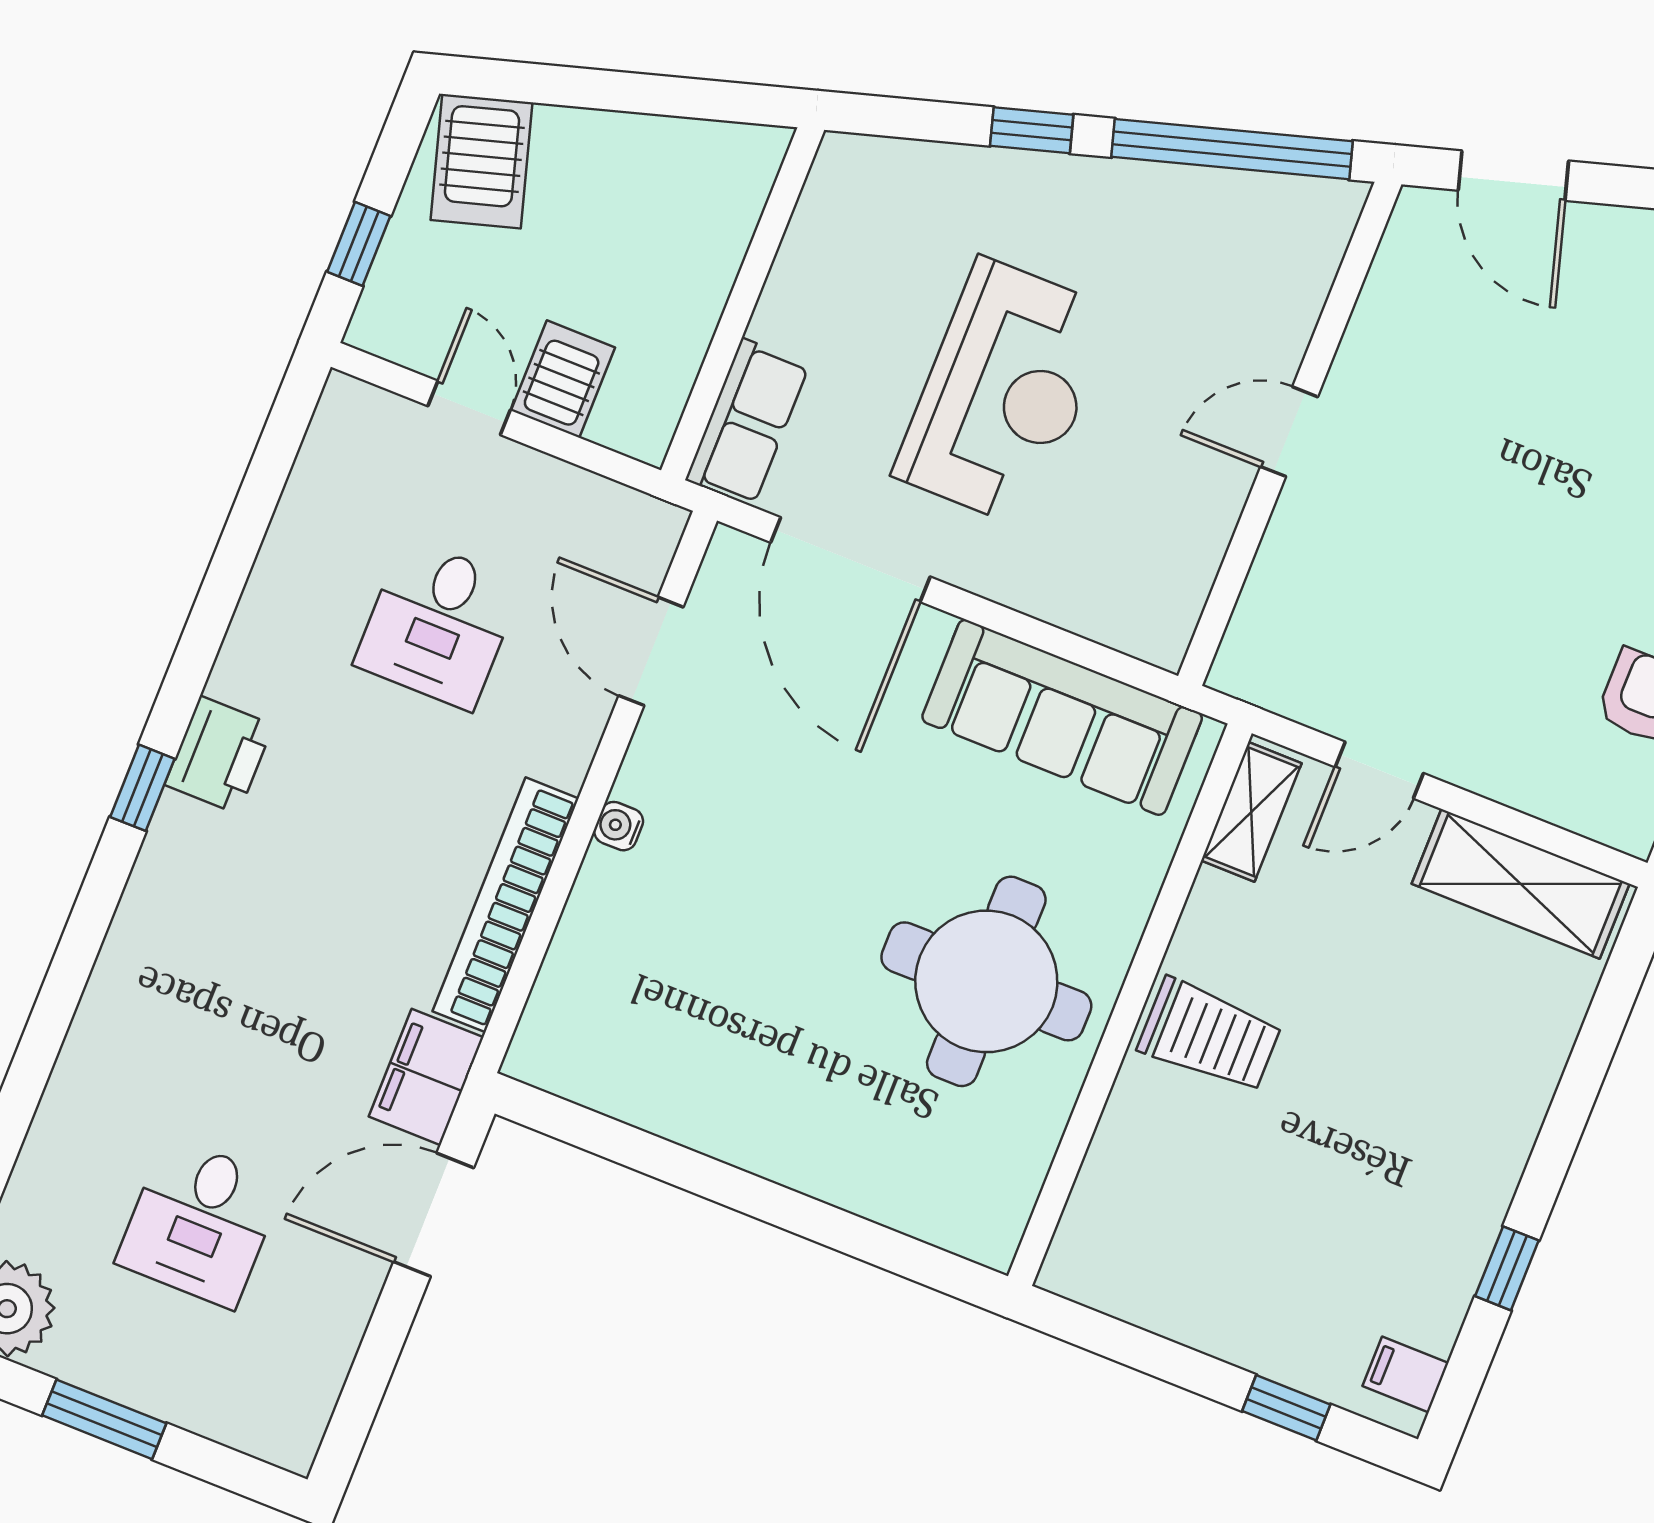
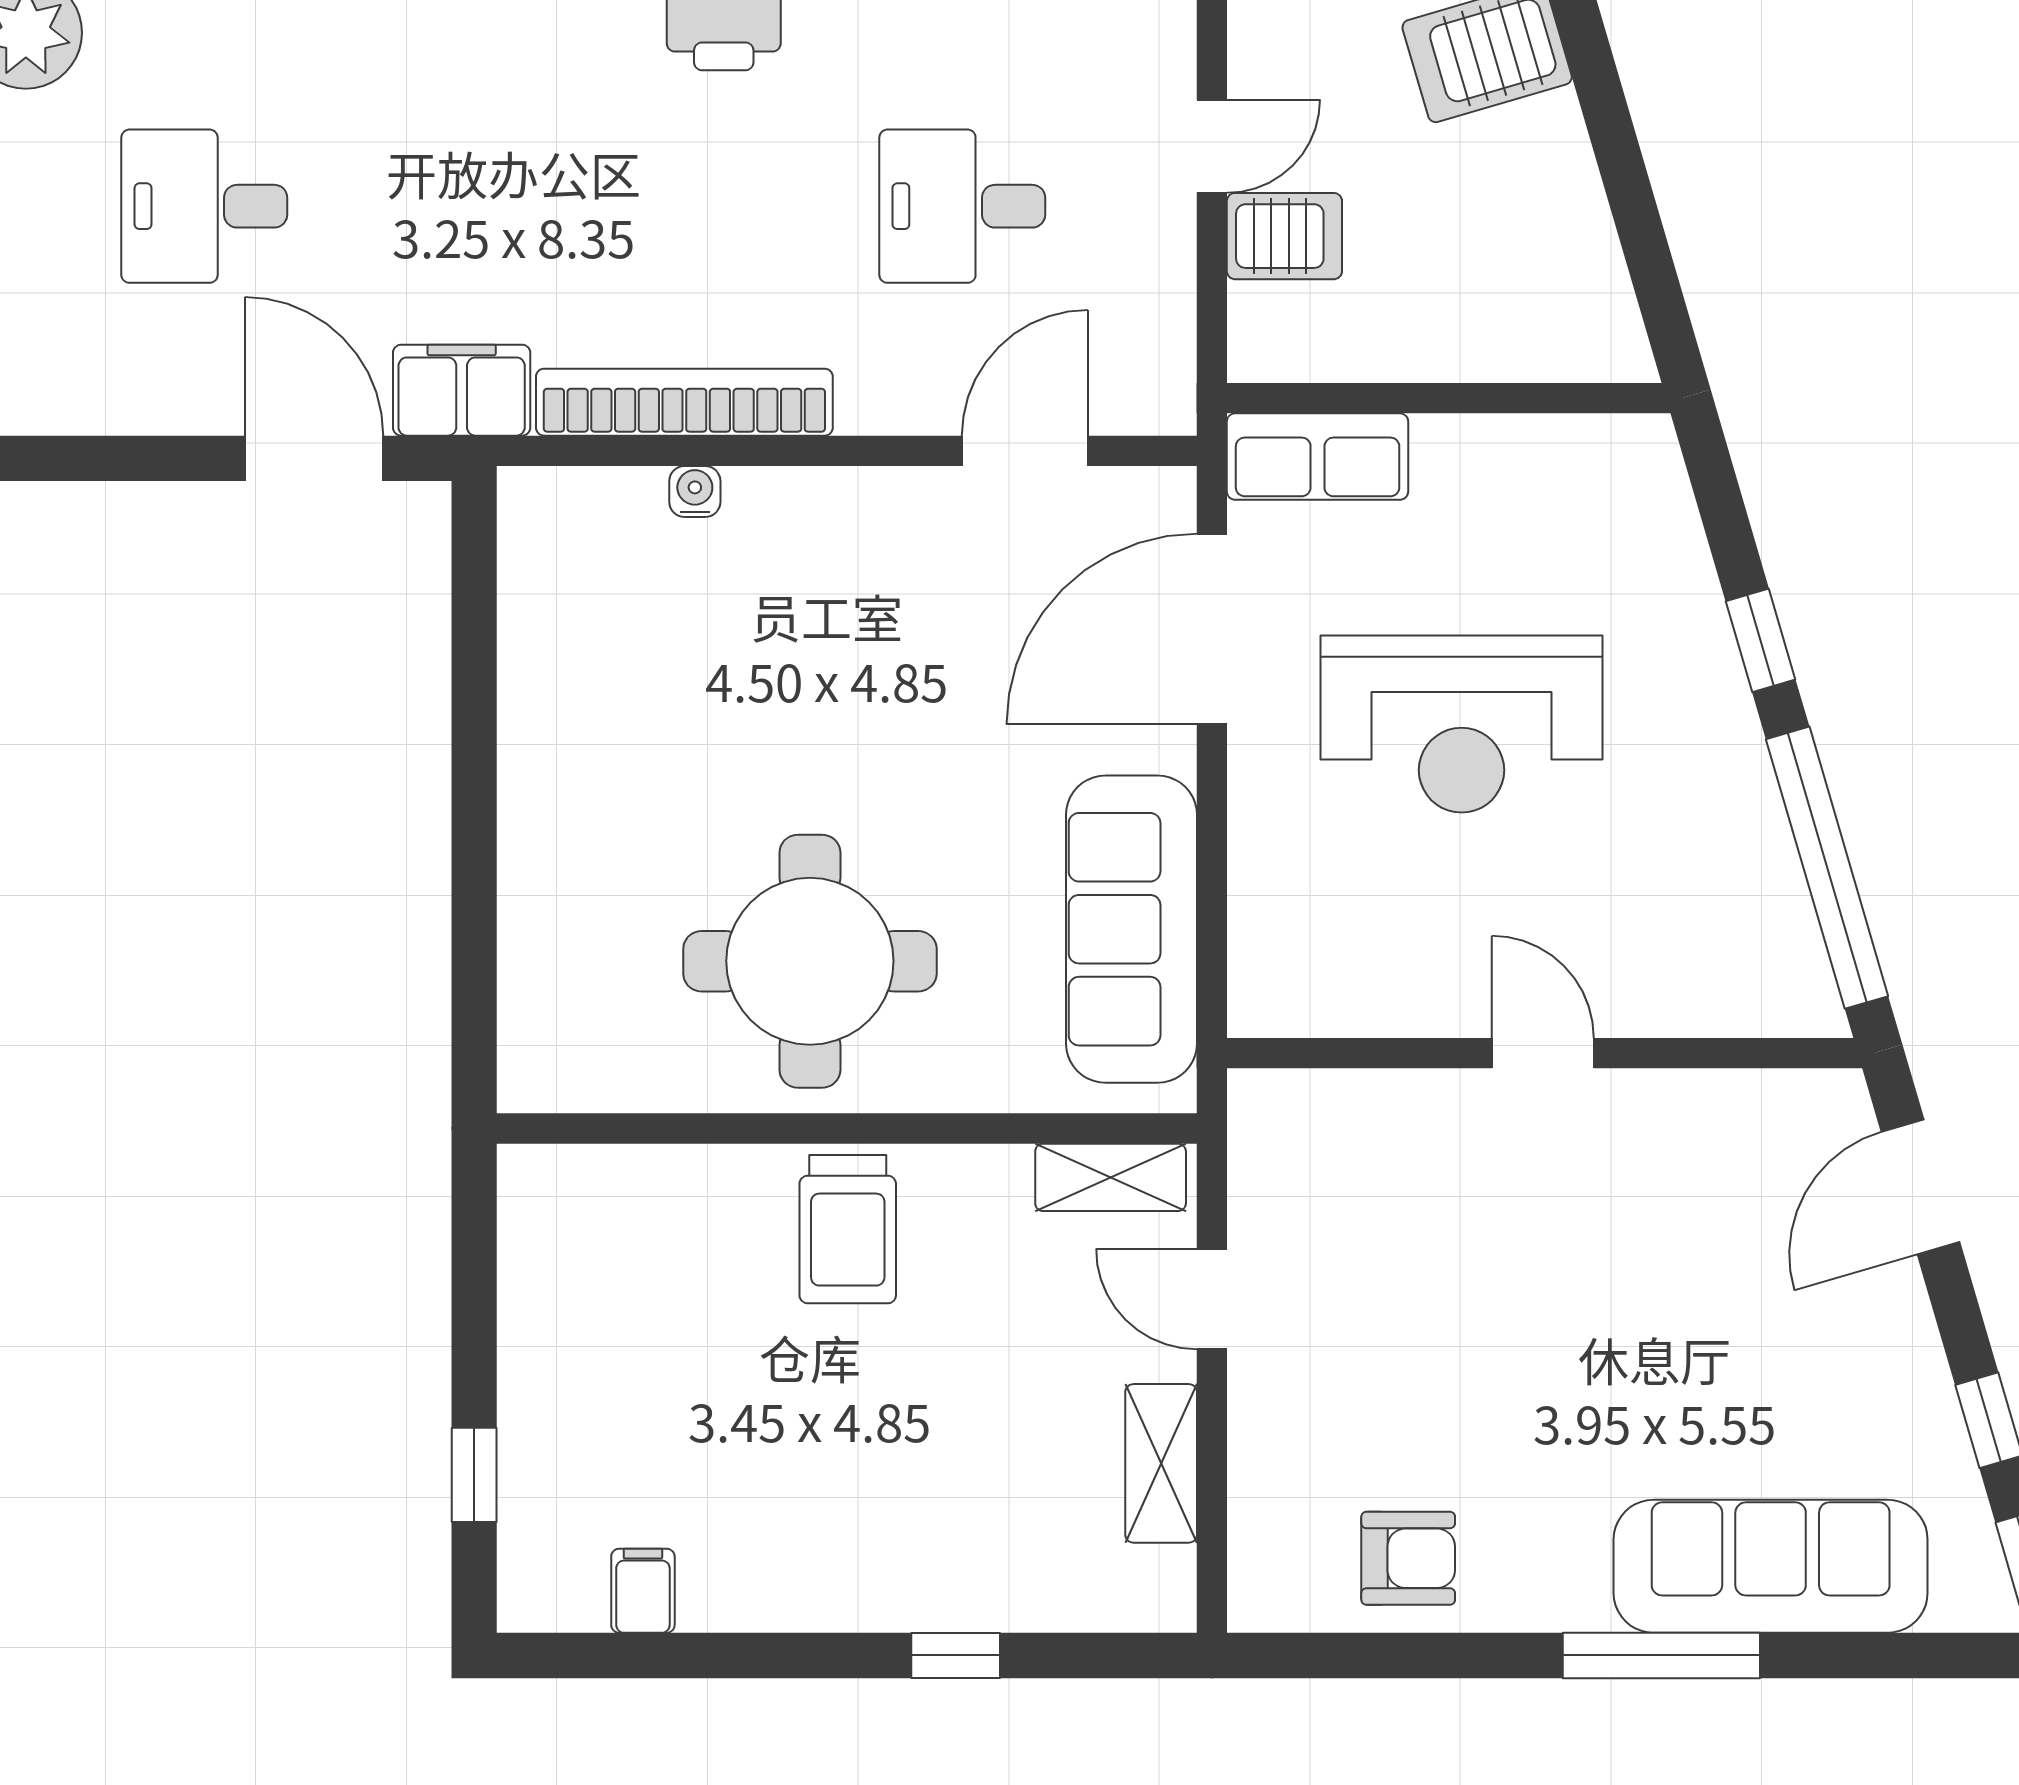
water cooler: (619, 826) -> (695, 491), moved
shelving: (1521, 884) -> (1161, 1463), width x0.67, depth x0.75
window: (1507, 1268) -> (956, 1655), moved
filing cabinet: (1405, 1374) -> (643, 1591), moved

